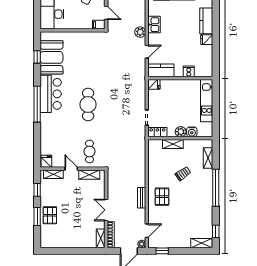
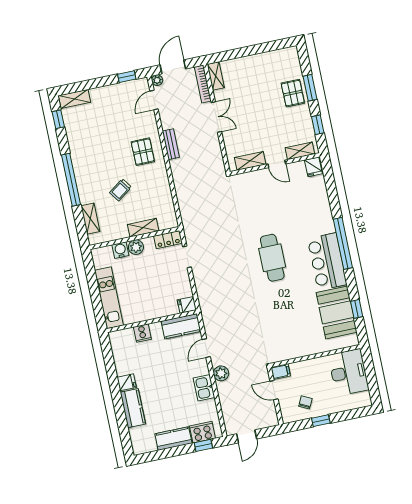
cafe table: (90, 151) -> (256, 193), removed

